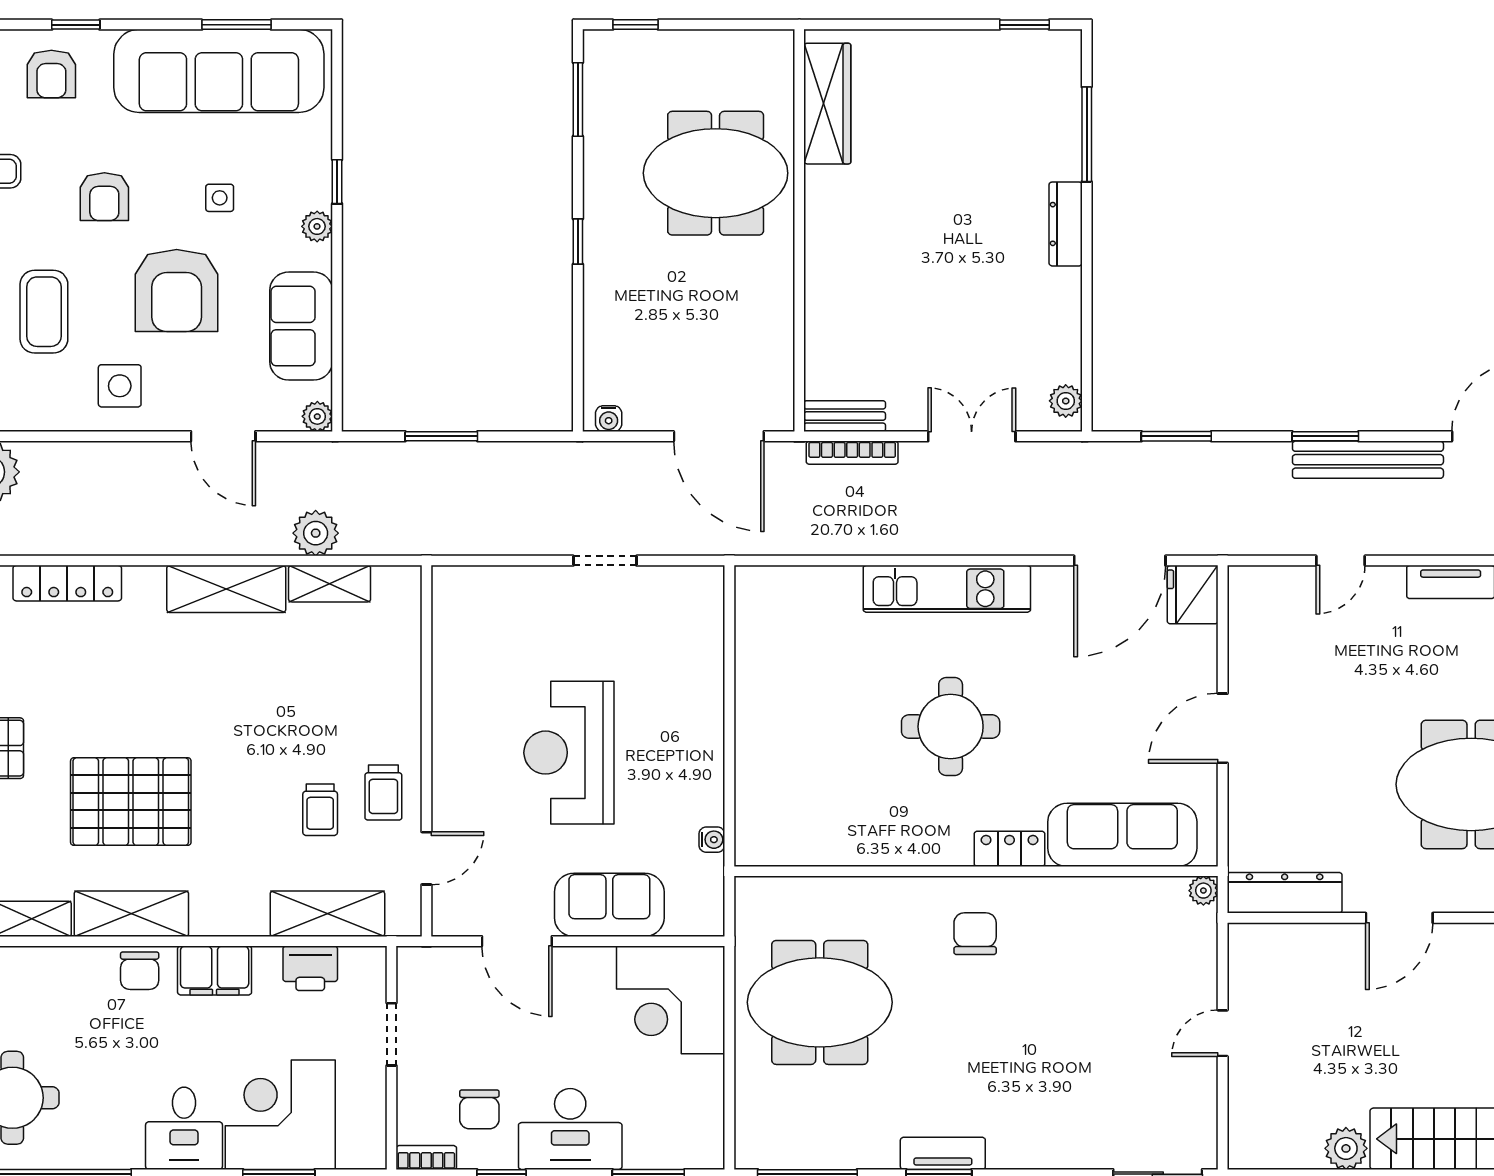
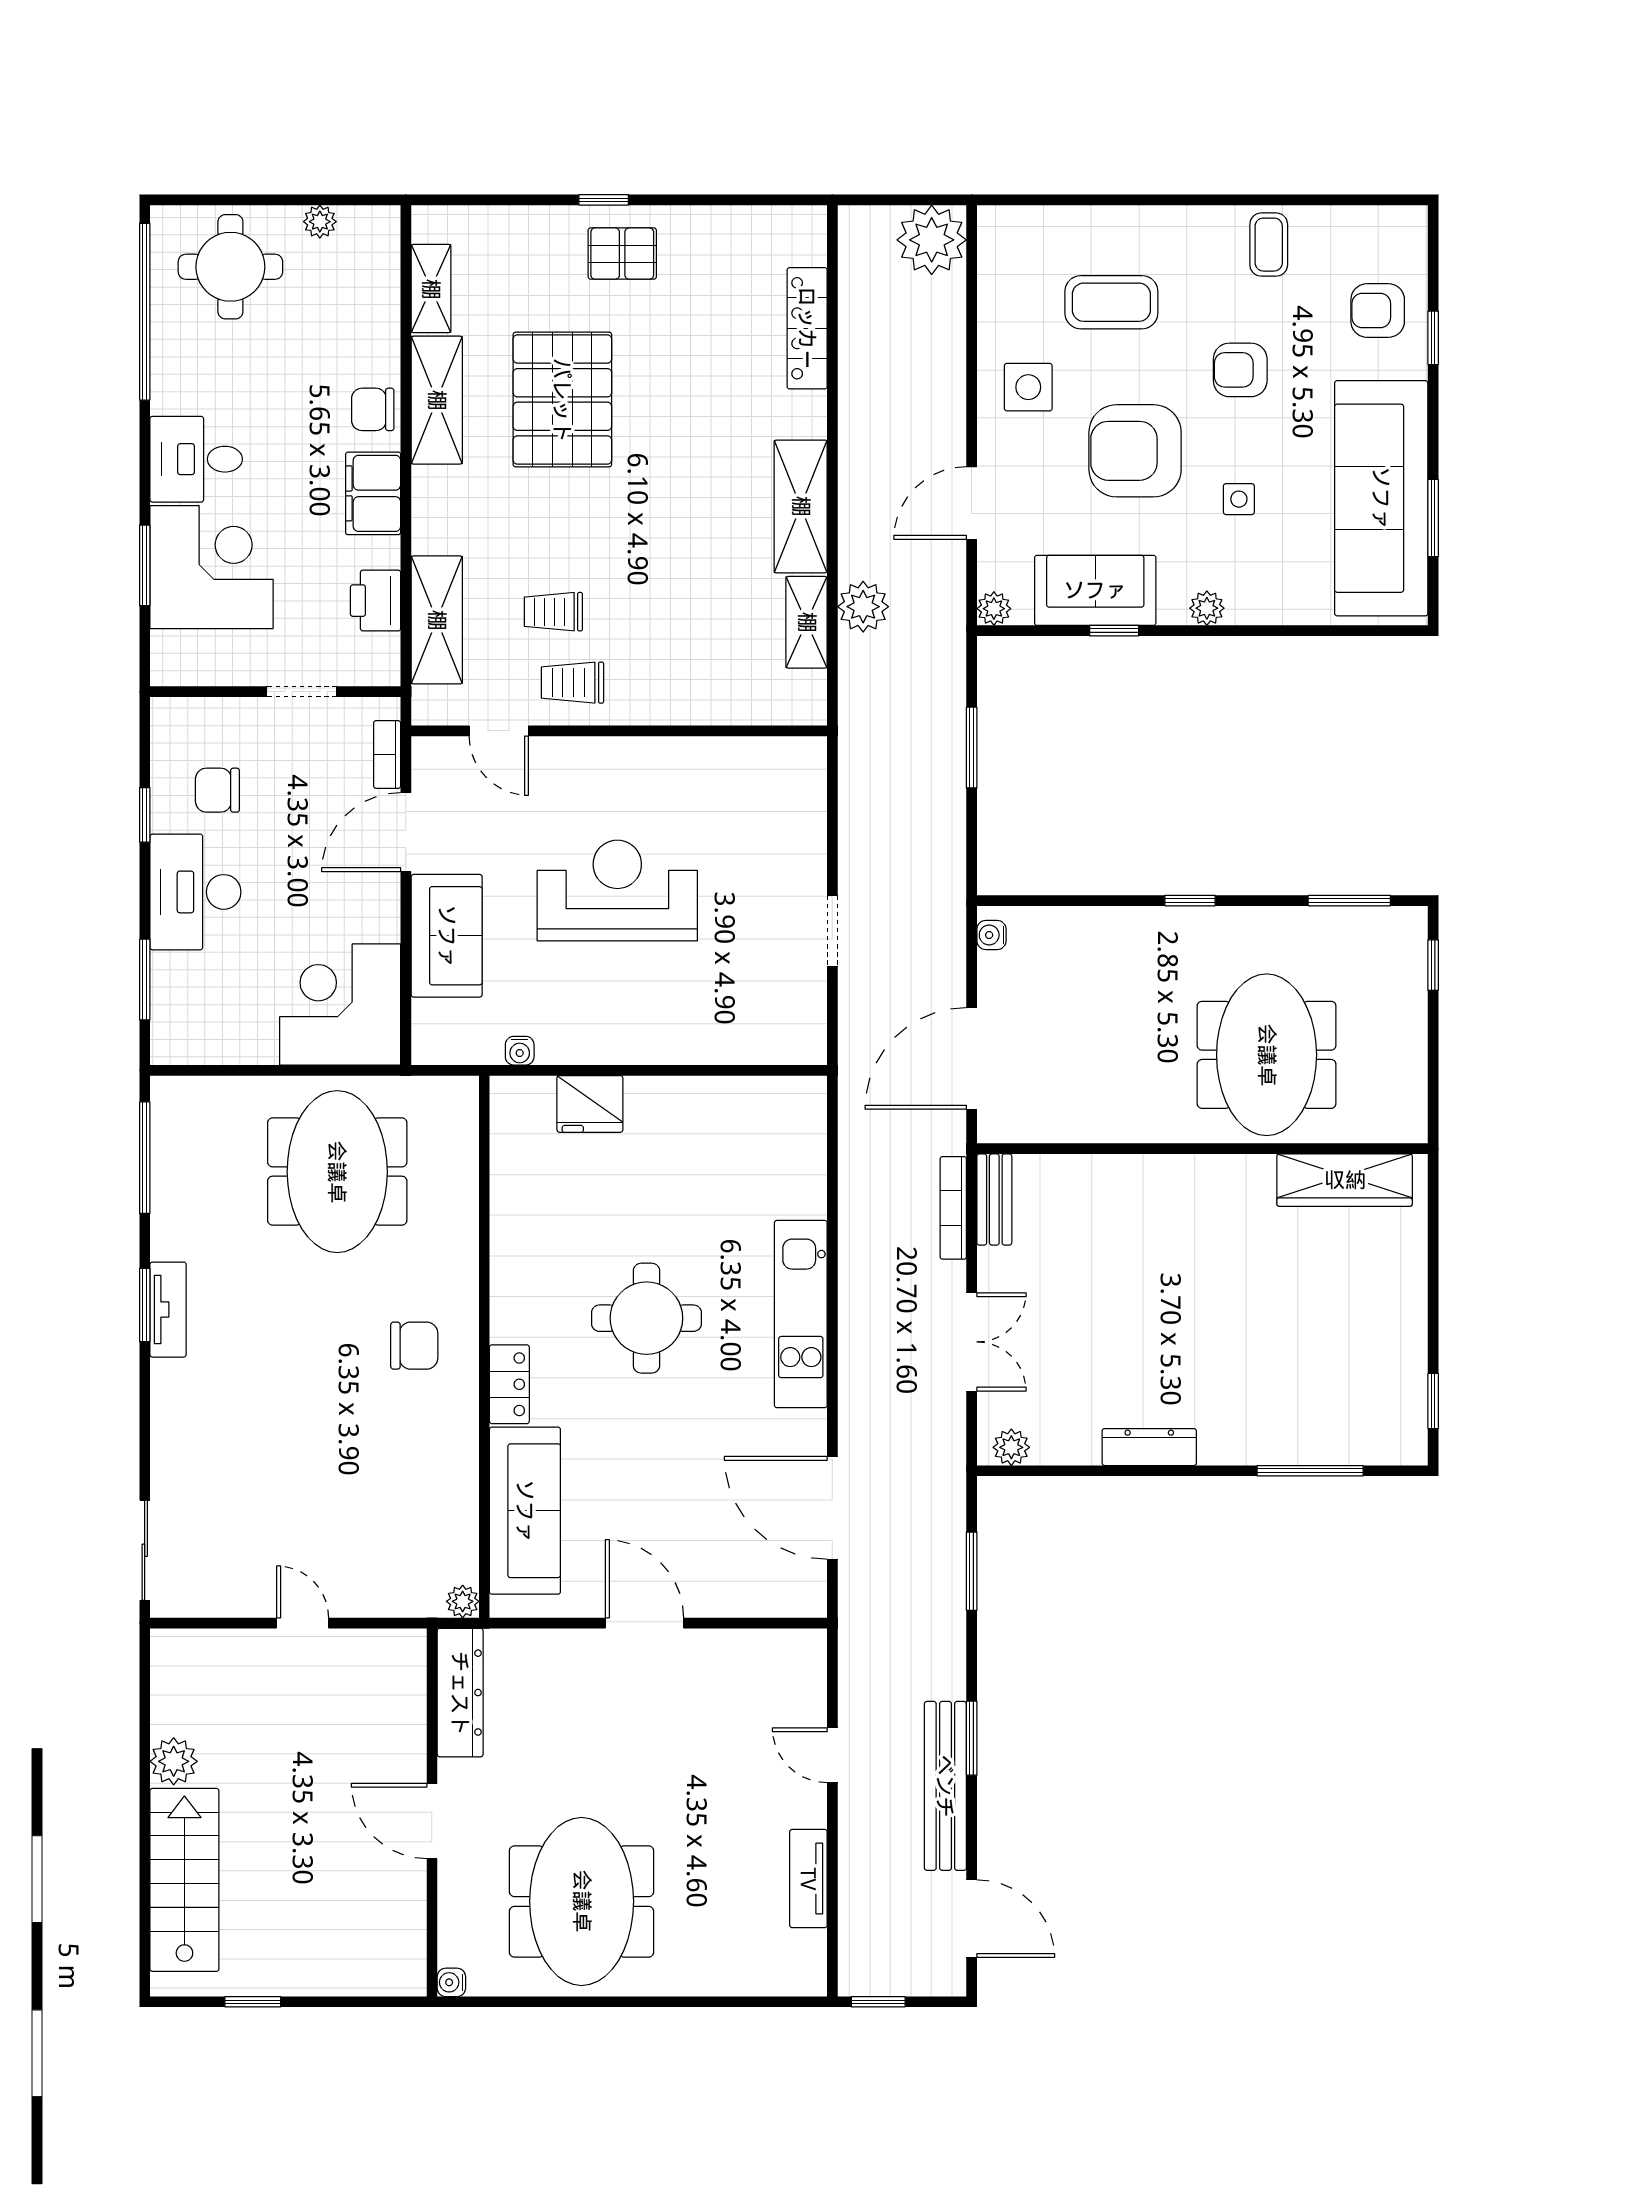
window: (337, 182) -> (1114, 631), moved
dresser: (1066, 224) -> (1149, 1447), moved
fridge: (1193, 595) -> (590, 1104), moved, turned 180
bookcase: (426, 1157) -> (387, 755), moved, turned 180

